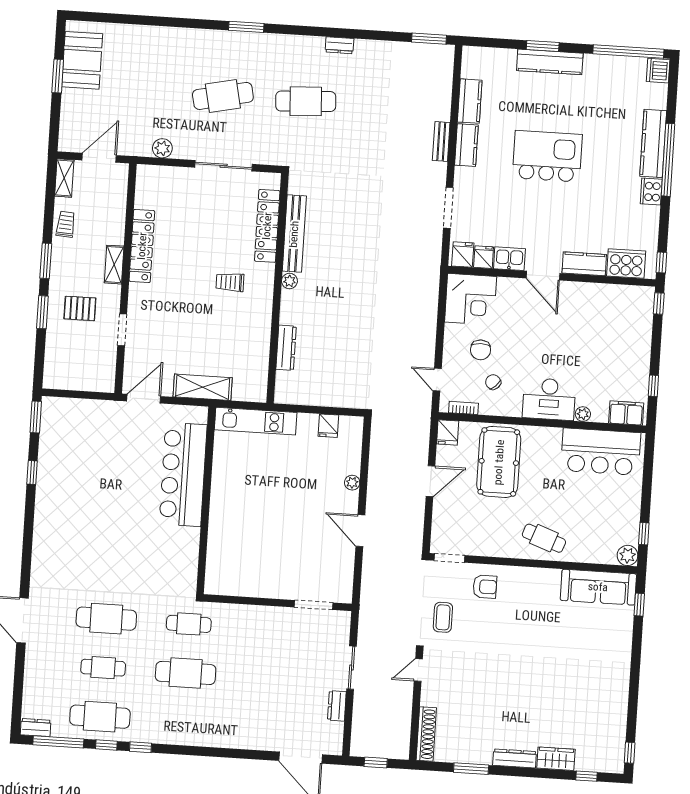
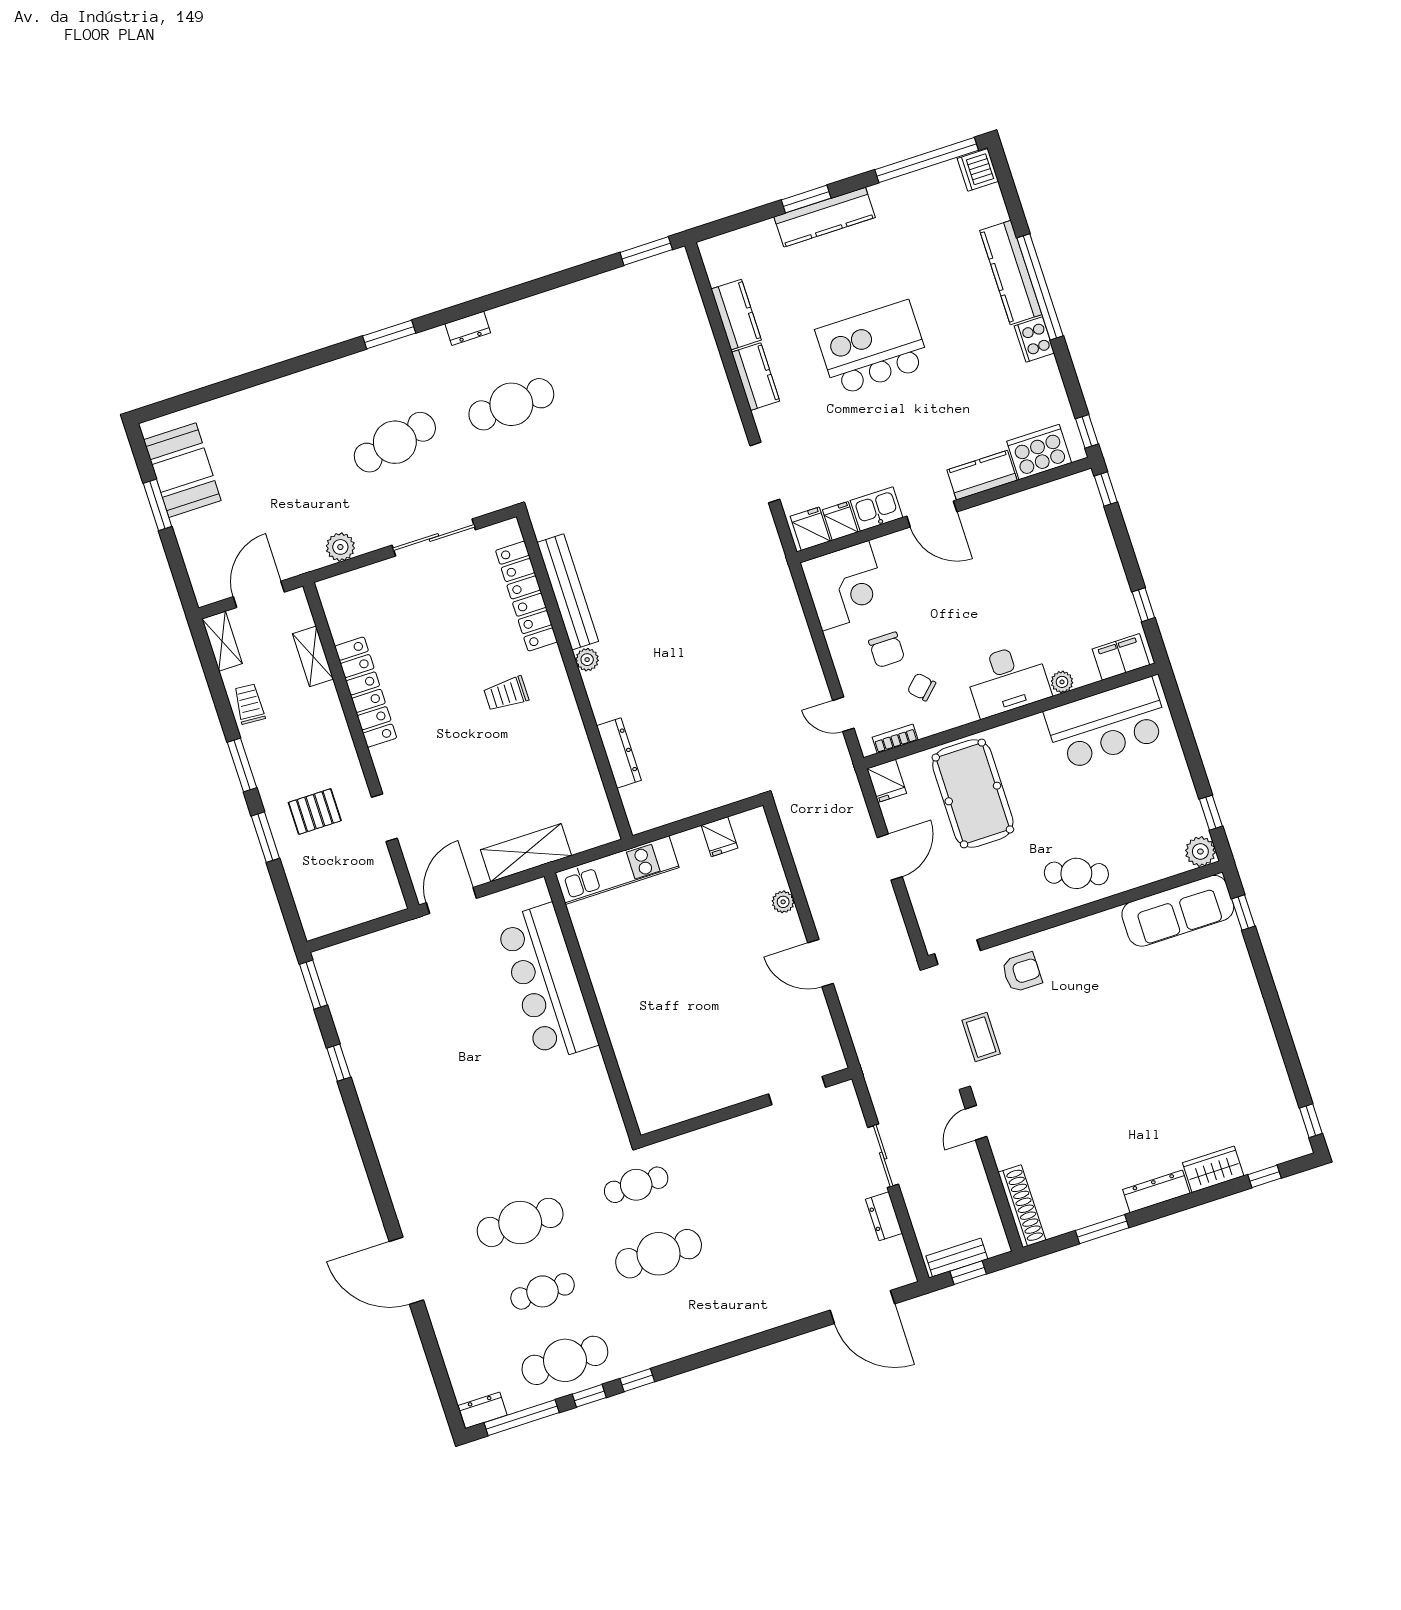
dresser: (340, 45) -> (468, 328), moved
bench: (441, 141) -> (957, 1257), moved, turned 90
shelving: (114, 265) -> (313, 656), moved

